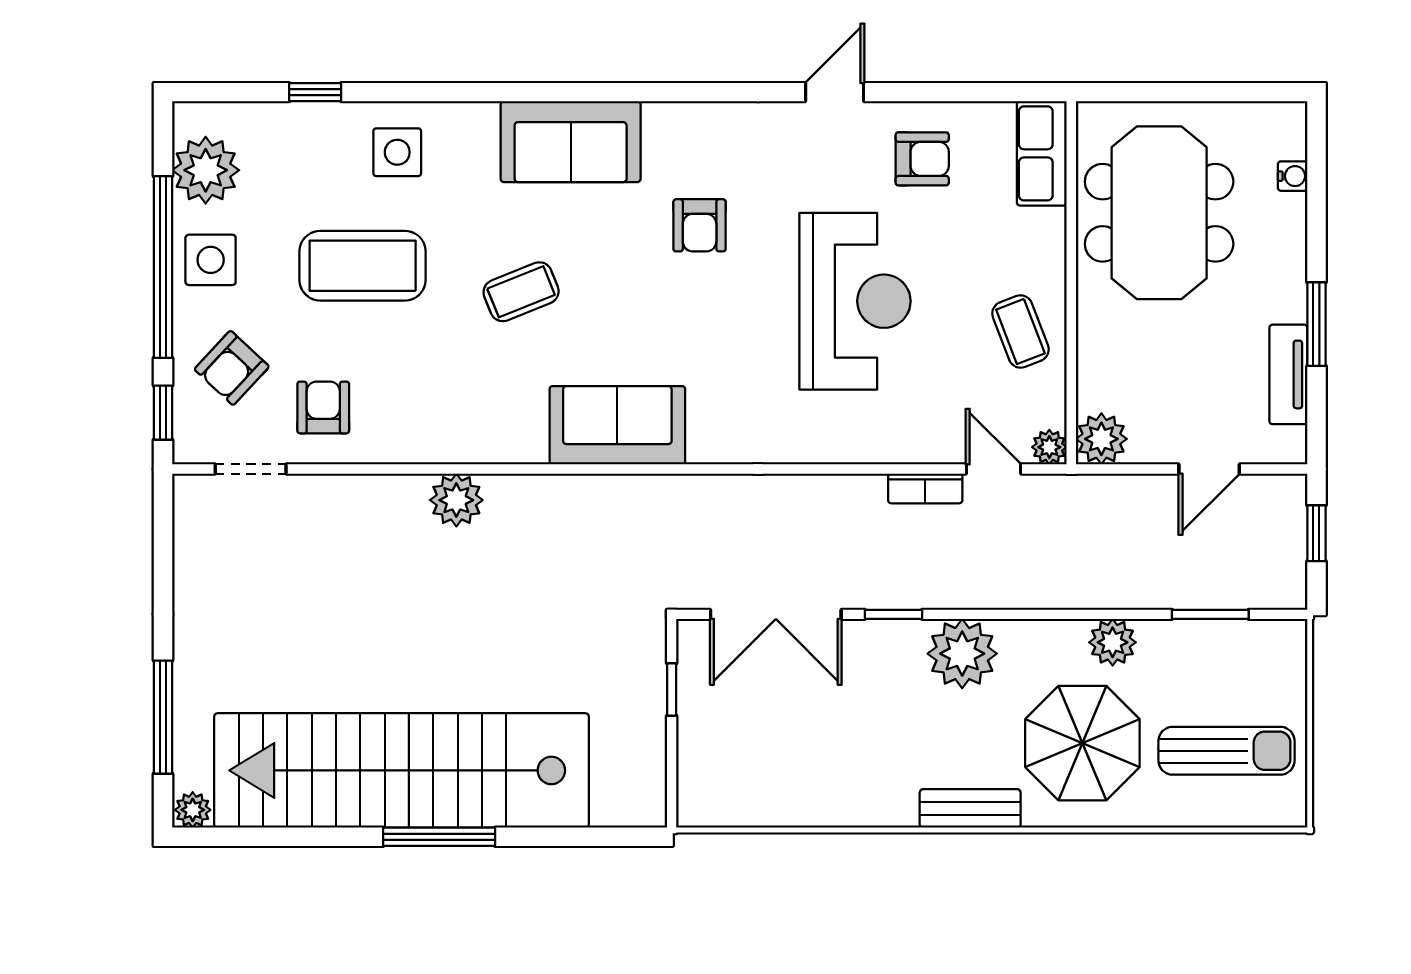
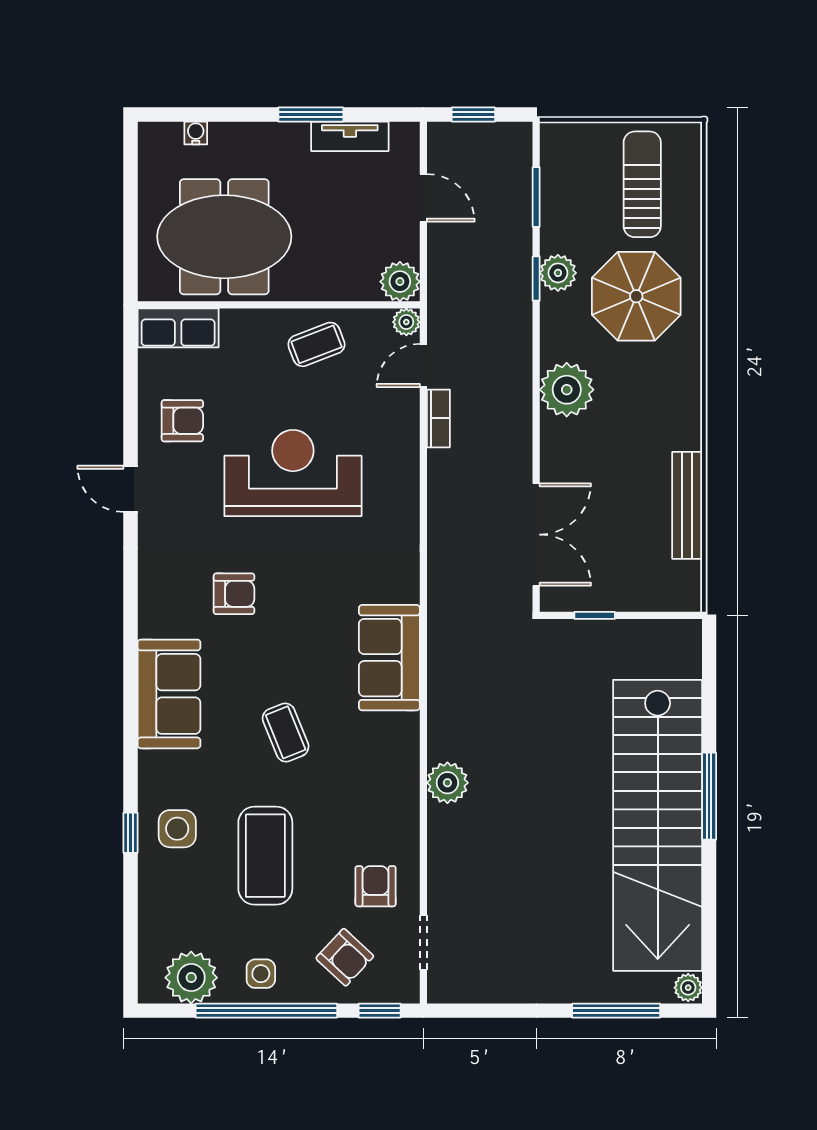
window: (315, 92) -> (130, 833), moved
armchair: (922, 159) -> (182, 421), turned 90
side table: (211, 260) -> (261, 974), width x0.73, depth x0.73
armchair: (323, 407) -> (376, 886), turned 90
window: (894, 614) -> (536, 279), moved
bench: (970, 808) -> (687, 505), moved, width x1.36

